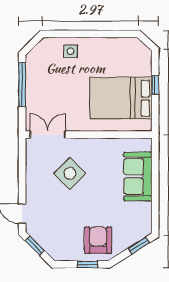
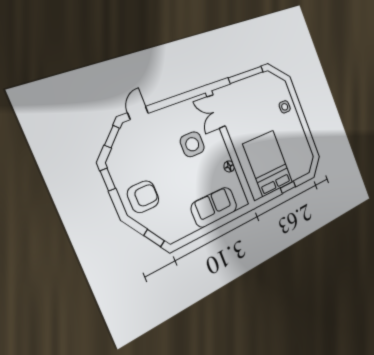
double door: (48, 135) -> (216, 112), swing flipped
floor lamp: (106, 144) -> (229, 166), added
side table: (70, 173) -> (192, 144), turned 45
window: (87, 264) -> (108, 180), moved

